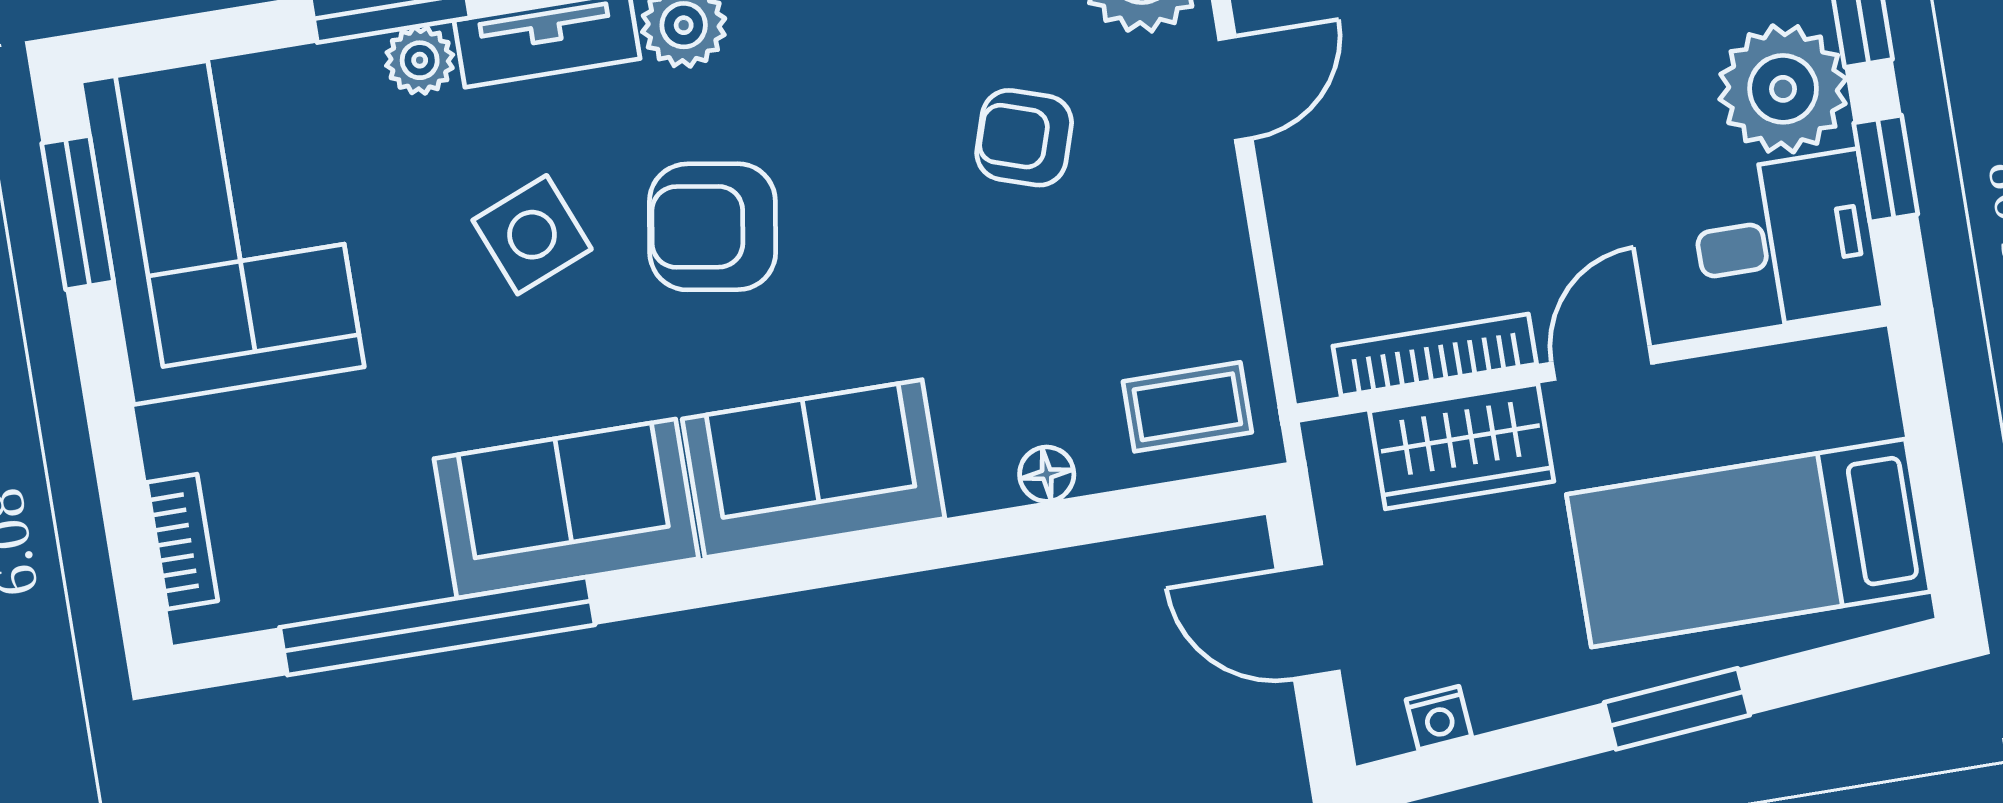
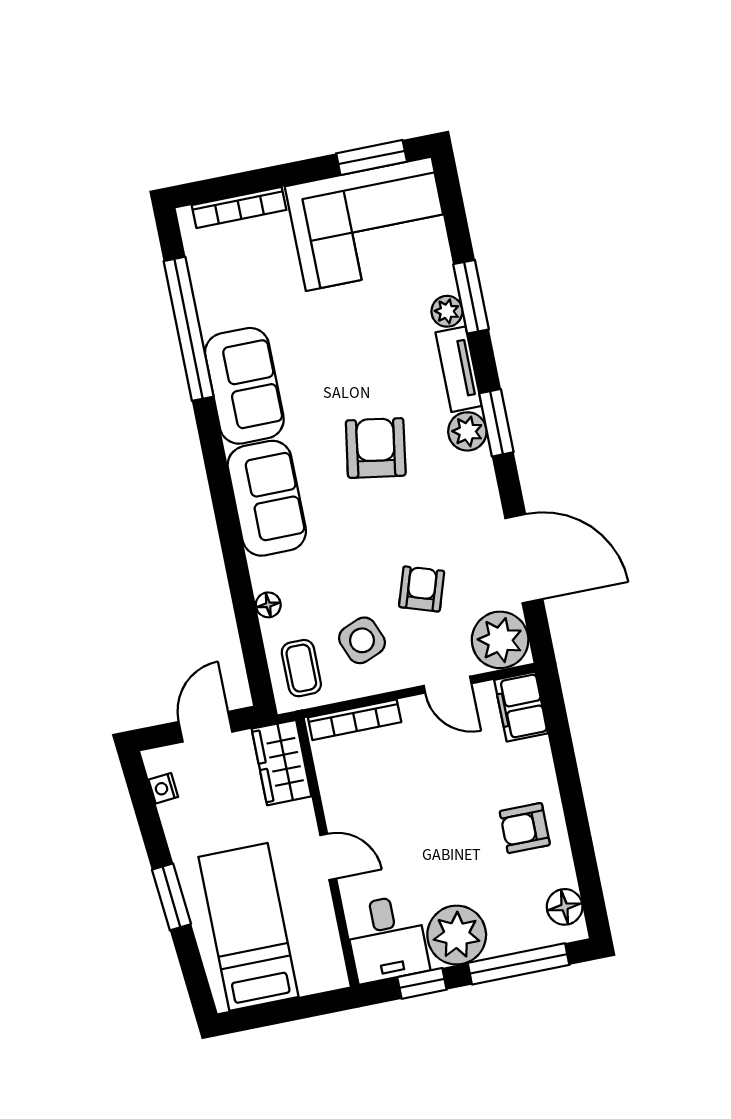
side table: (532, 235) -> (362, 640), moved
bookcase: (1435, 355) -> (355, 720), moved, turned 90
wardrobe: (1462, 446) -> (282, 763), moved
bookcase: (182, 542) -> (239, 207), width x1.56

